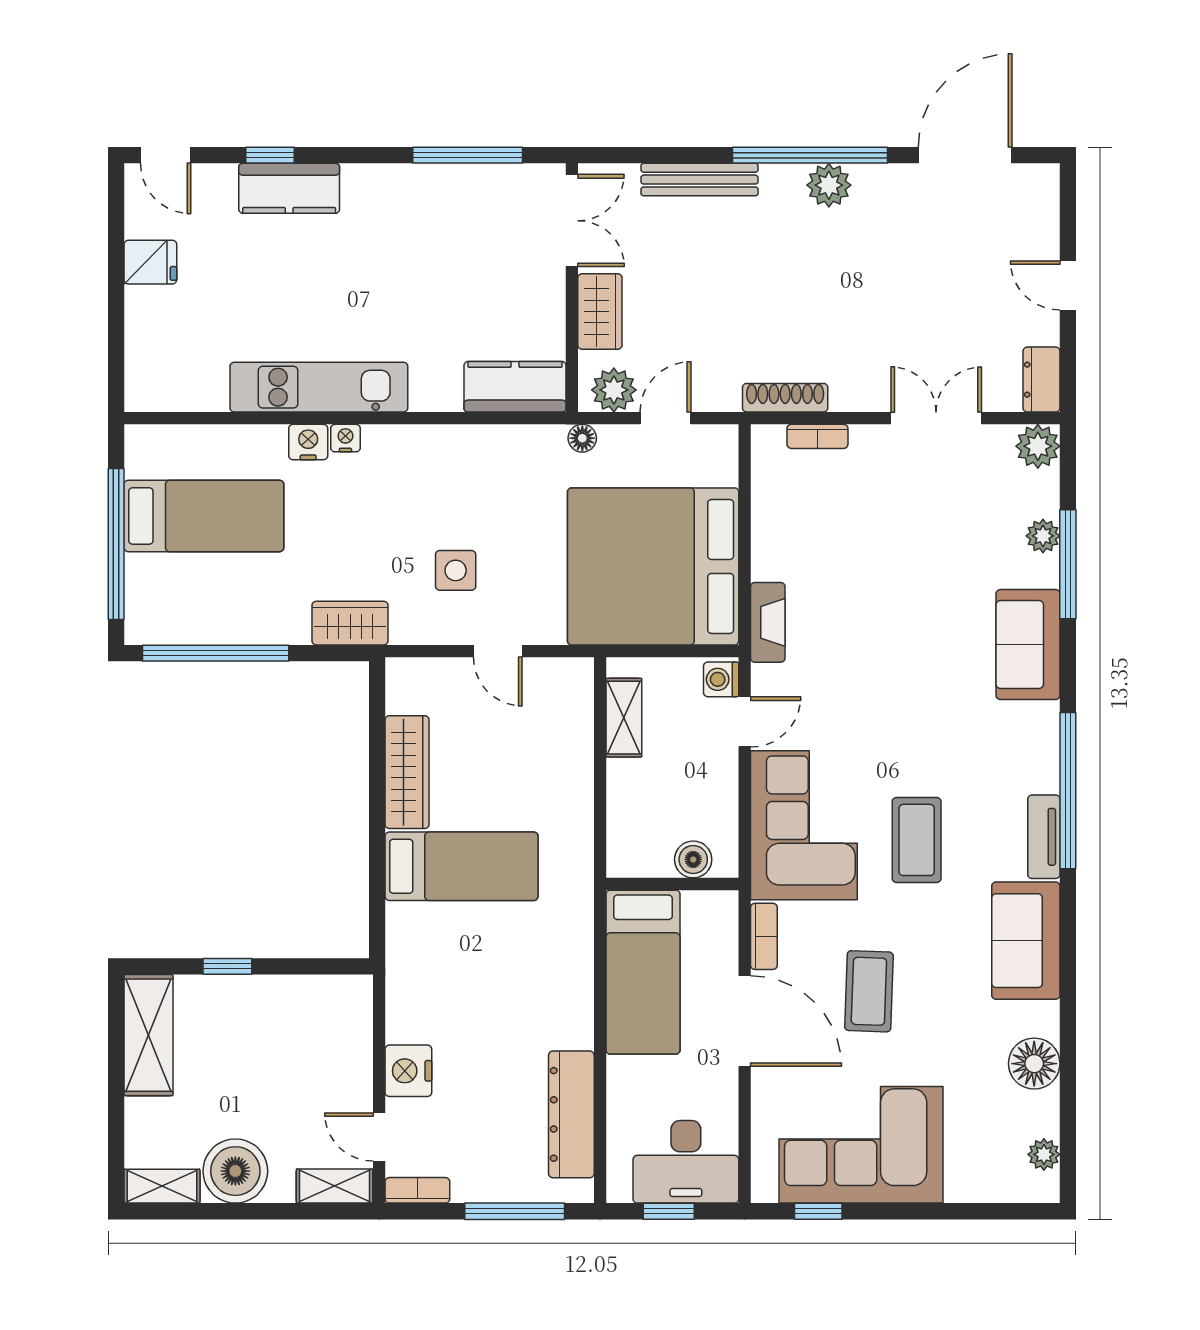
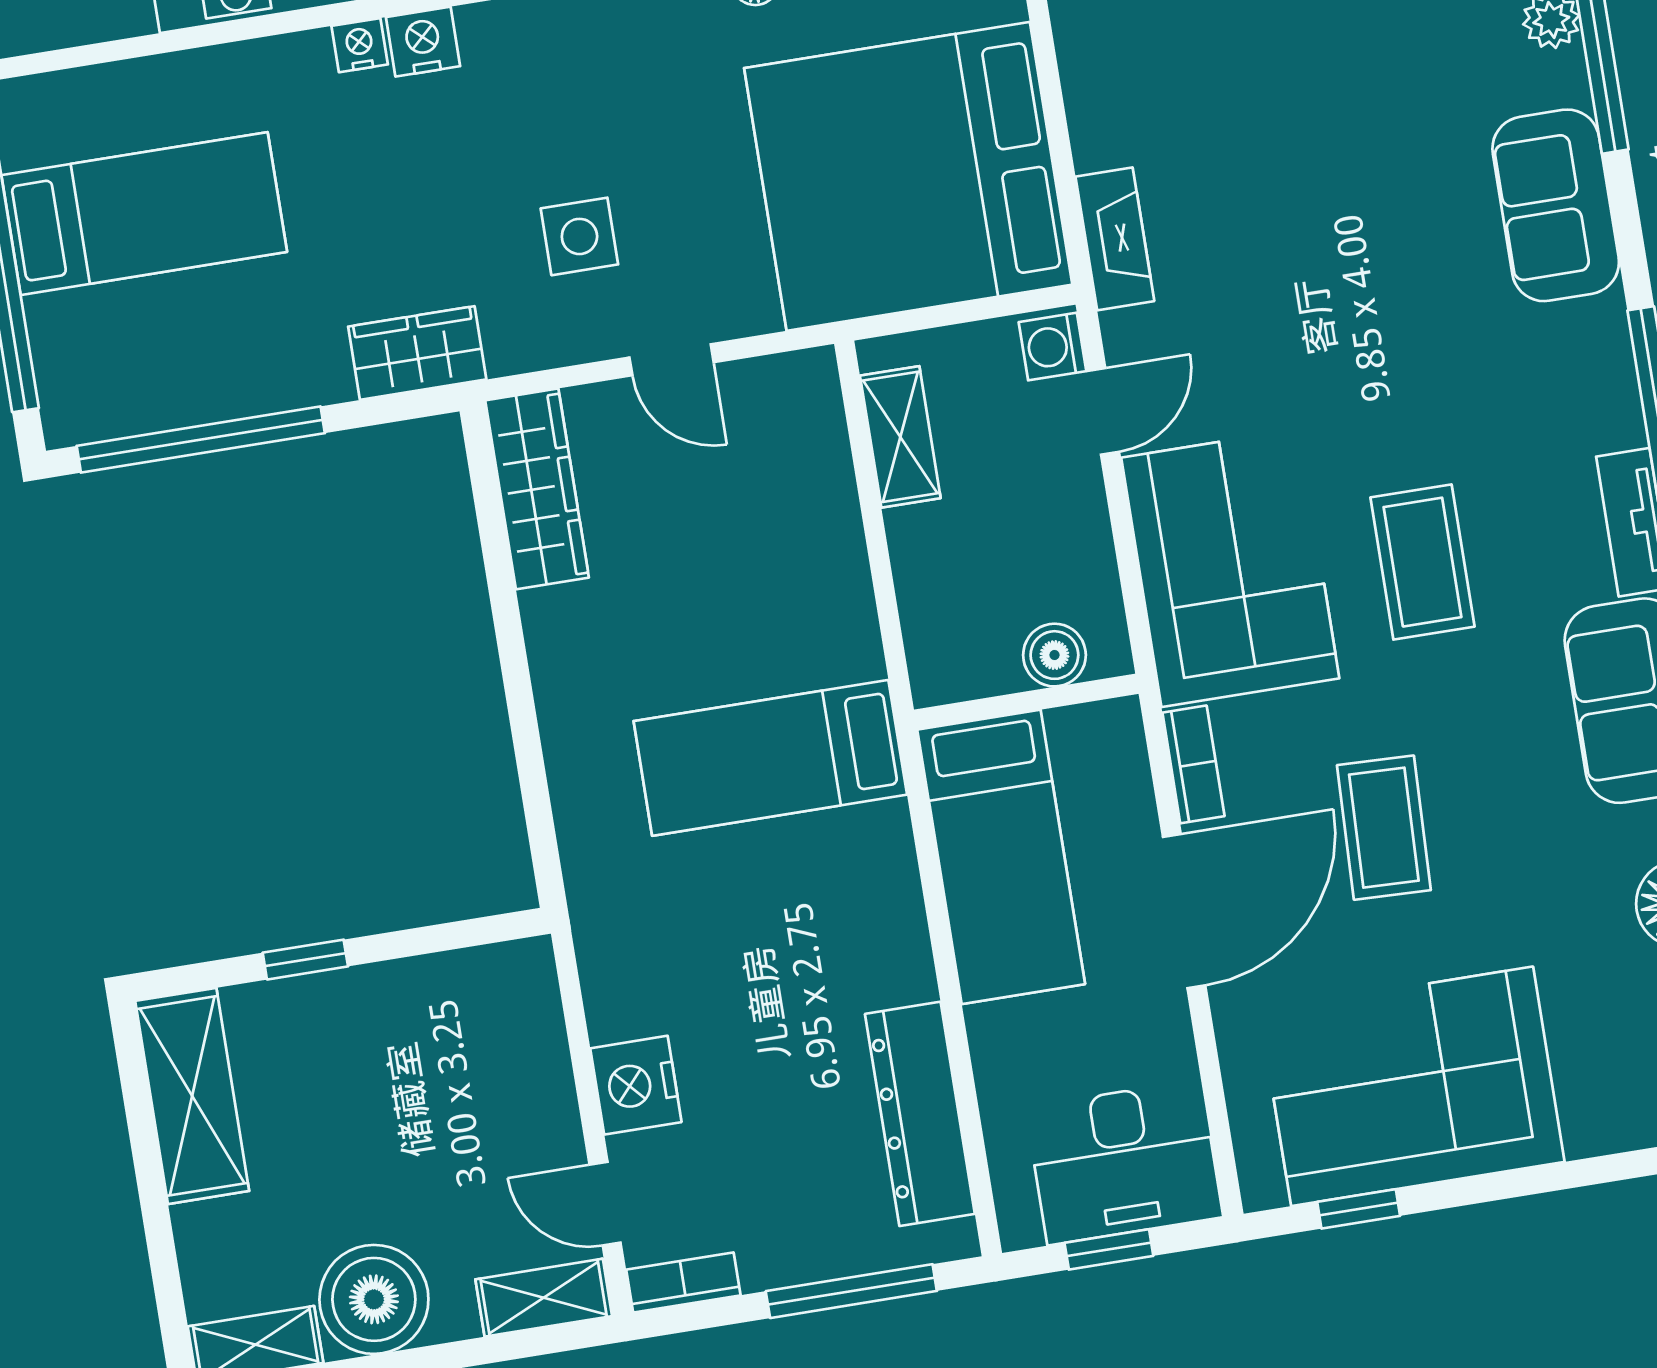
nightstand: (308, 442) -> (423, 42), moved
wardrobe: (407, 772) -> (537, 489), moved
bed: (461, 866) -> (770, 758), moved, turned 180
door: (745, 1021) -> (1184, 911), hinge flipped

